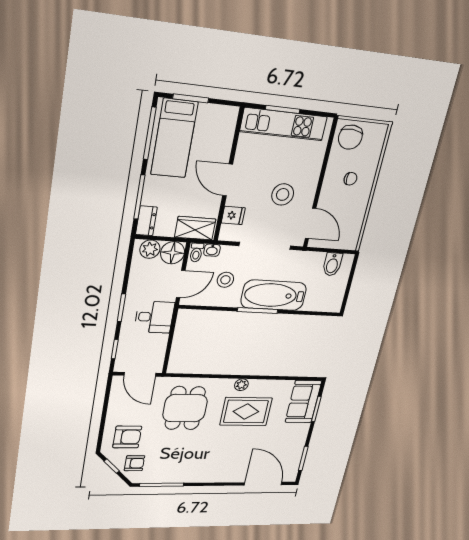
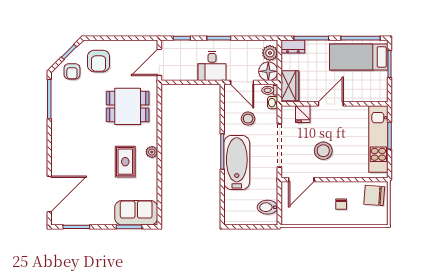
rug: (246, 412) -> (125, 162), width x0.73, depth x0.70

